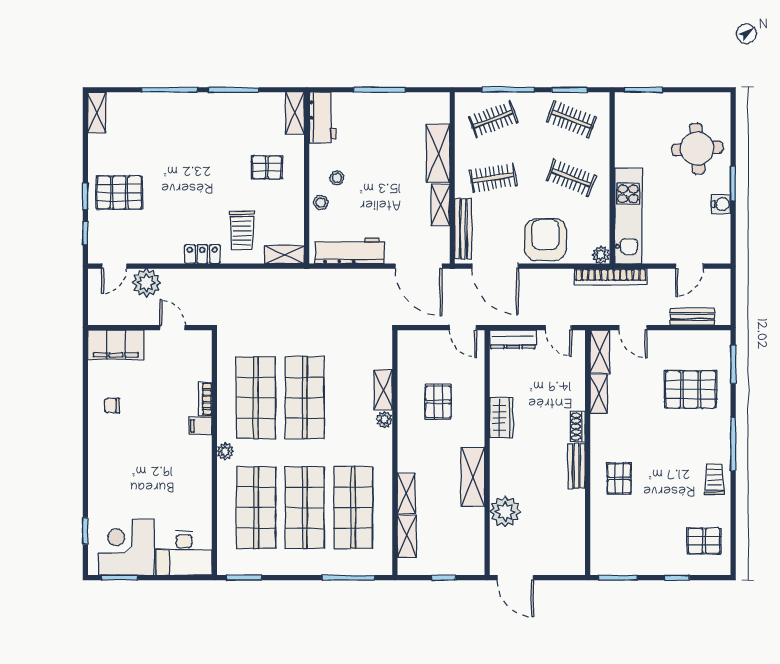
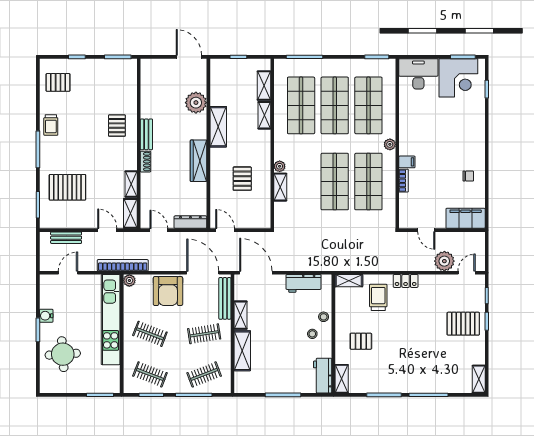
kitchen unit: (628, 216) -> (111, 320), width x1.36
workbench: (350, 251) -> (303, 283), width x0.73
wardrobe: (501, 418) -> (199, 161), width x1.50

